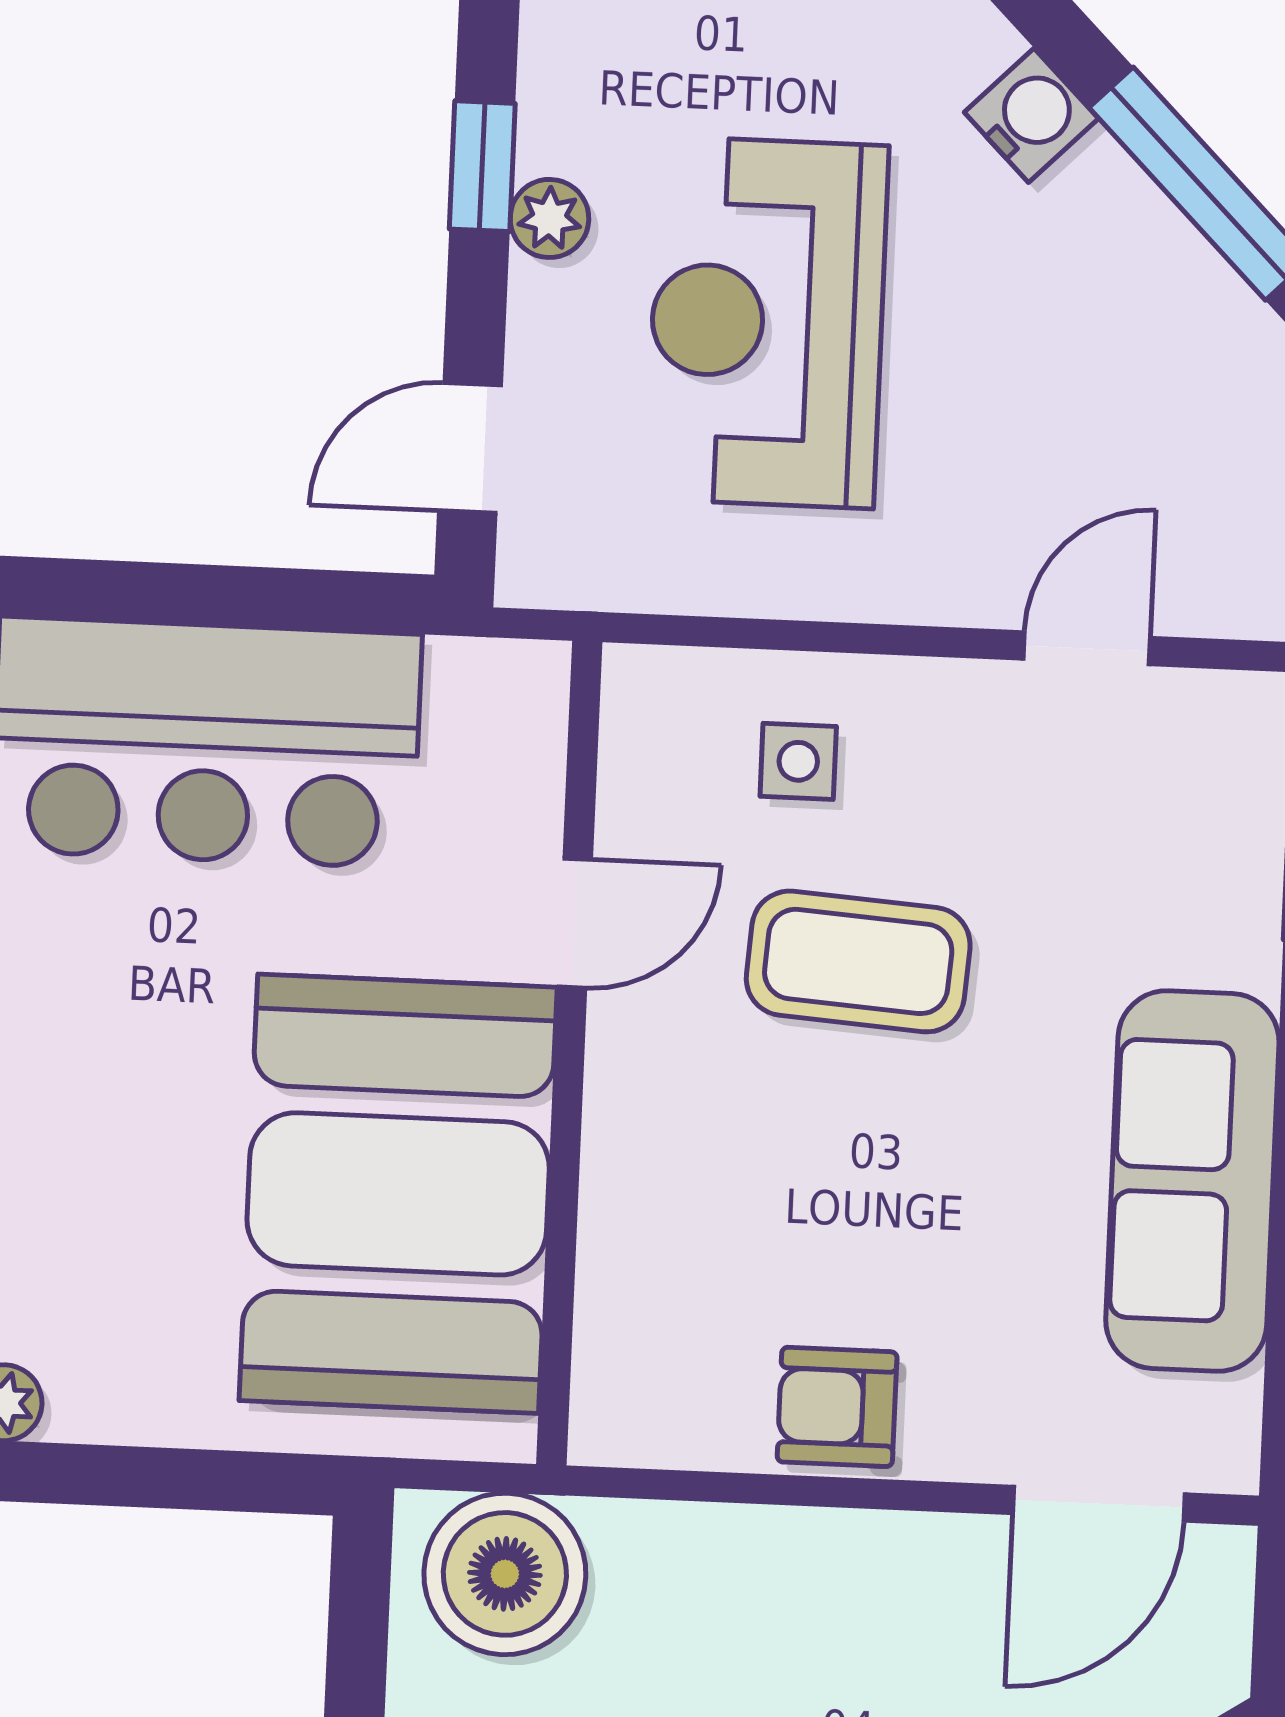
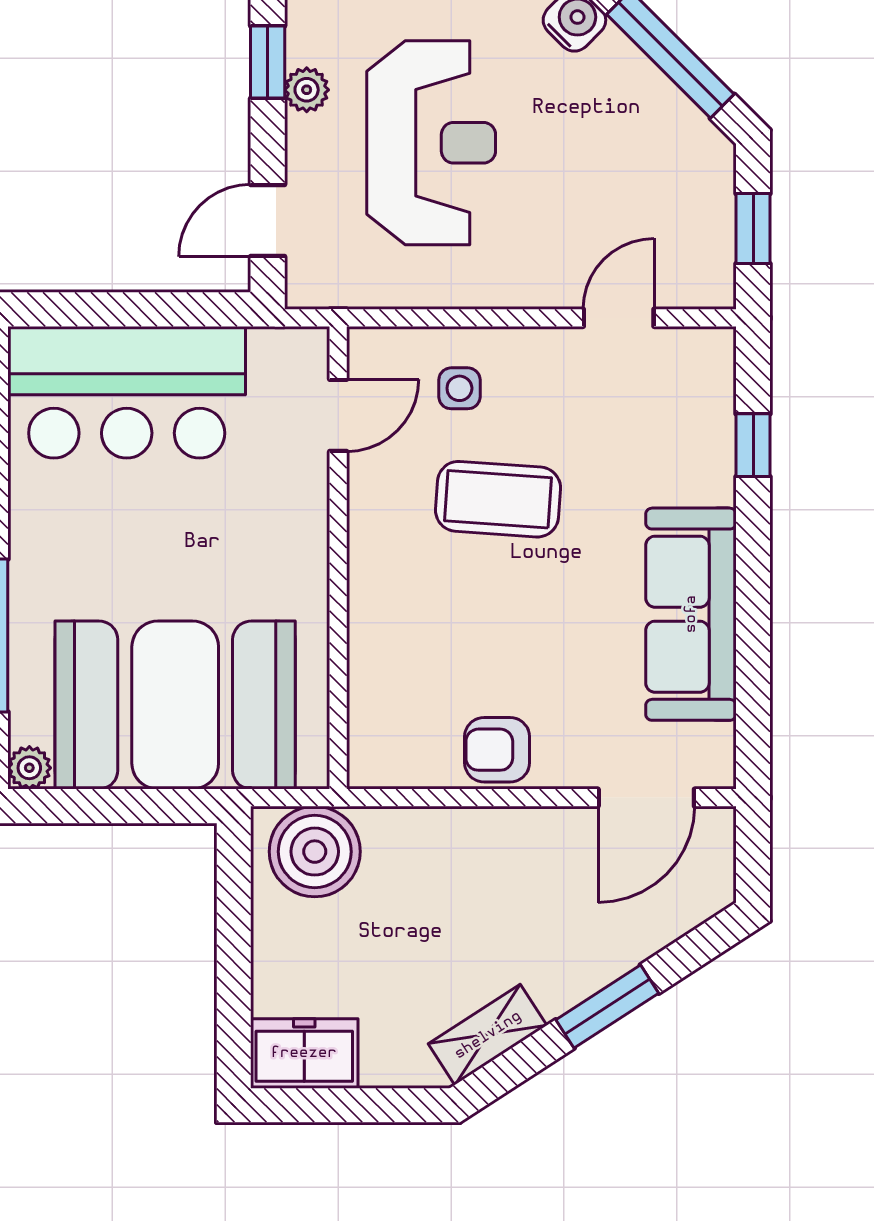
reception desk: (767, 322) -> (431, 143), turned 180
door: (575, 923) -> (338, 415), moved
booth: (398, 1194) -> (175, 705), moved, turned 90

